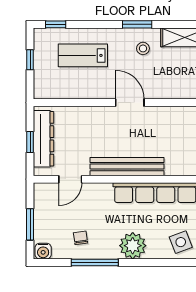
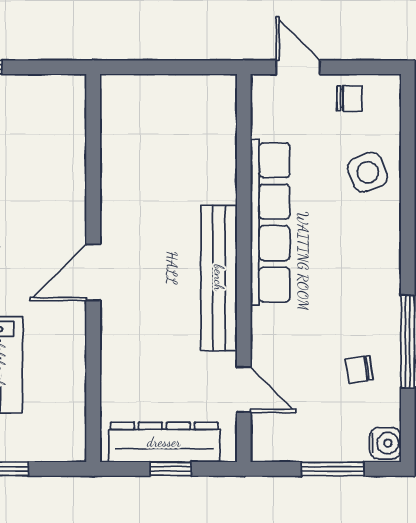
plant: (133, 246) -> (375, 267), removed

